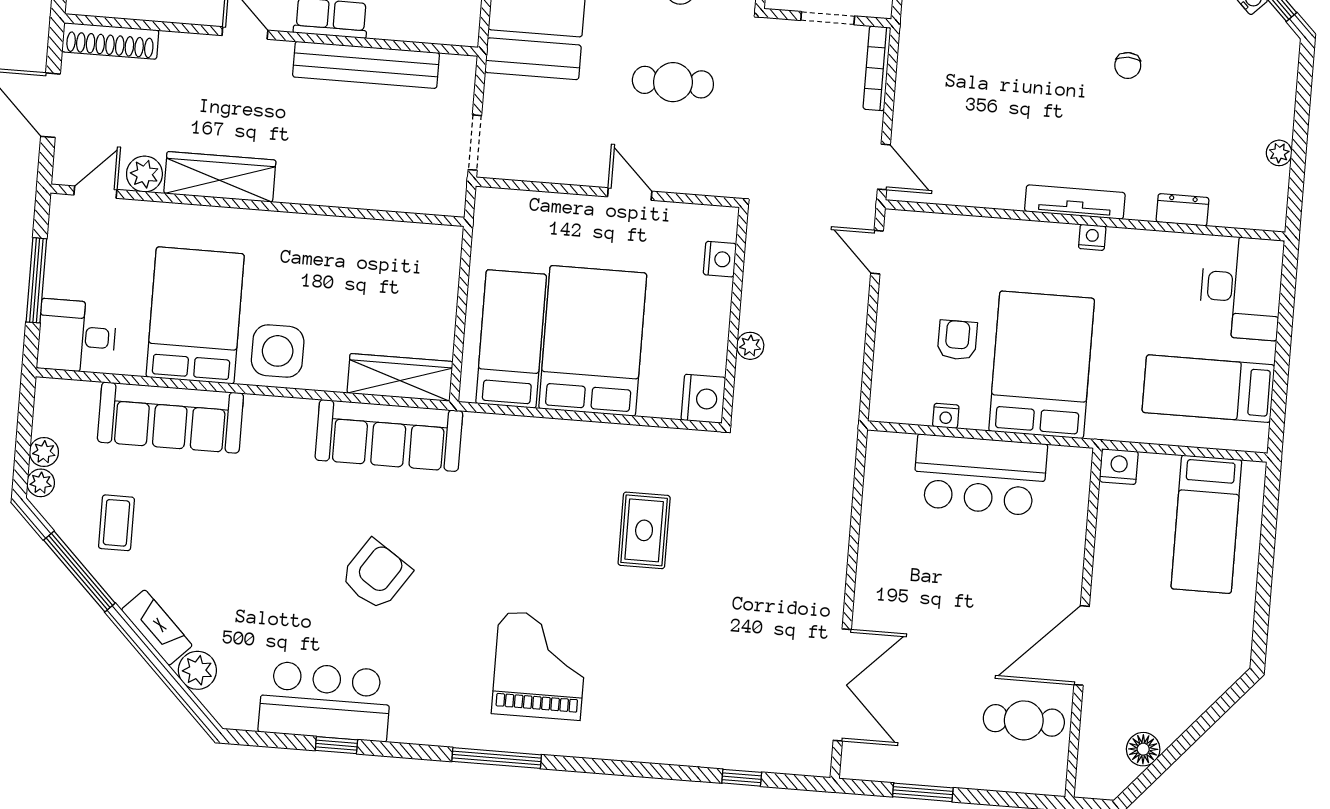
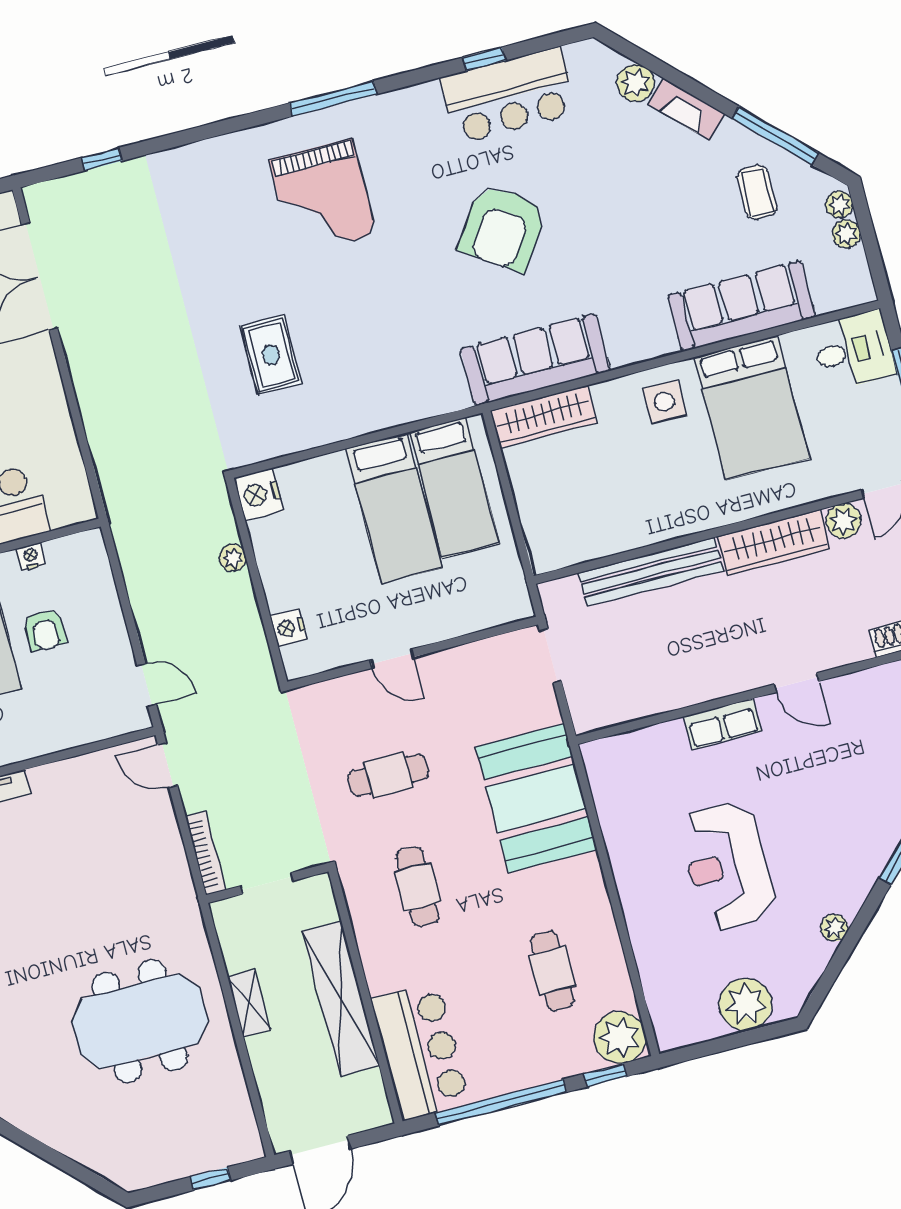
bench: (366, 65) -> (651, 572), moved
bed: (593, 341) -> (394, 508), width x0.67
side table: (278, 351) -> (664, 402), width x0.73, depth x0.73
armchair: (376, 575) -> (503, 228), width x1.36, depth x1.36

